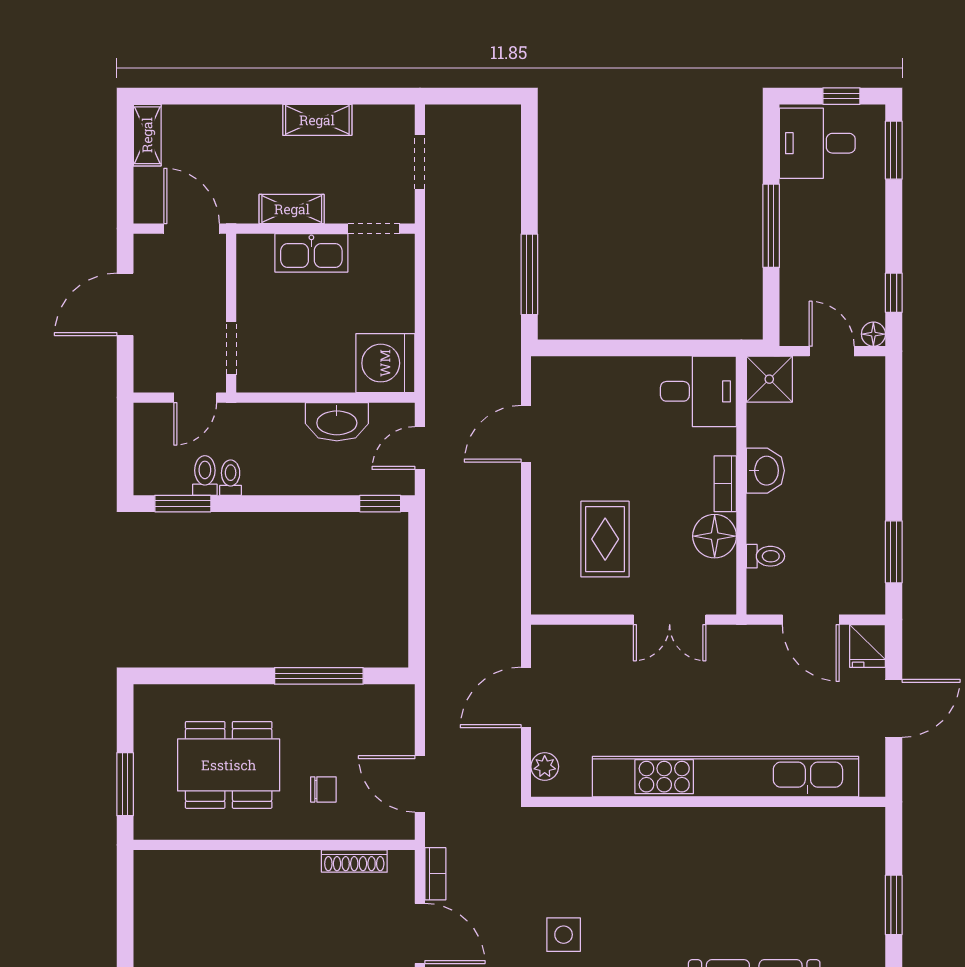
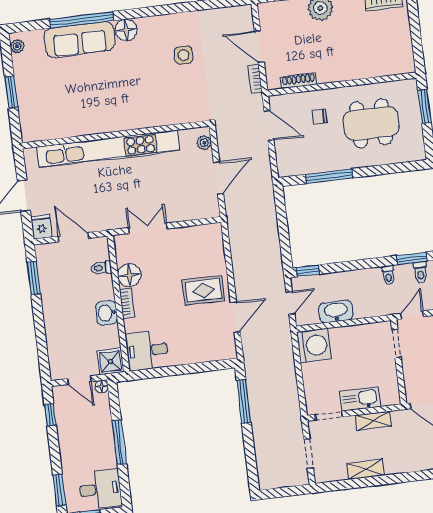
floor lamp: (873, 334) -> (102, 387), moved
toilet: (205, 475) -> (421, 272), moved
rug: (605, 539) -> (203, 290), moved, turned 90

